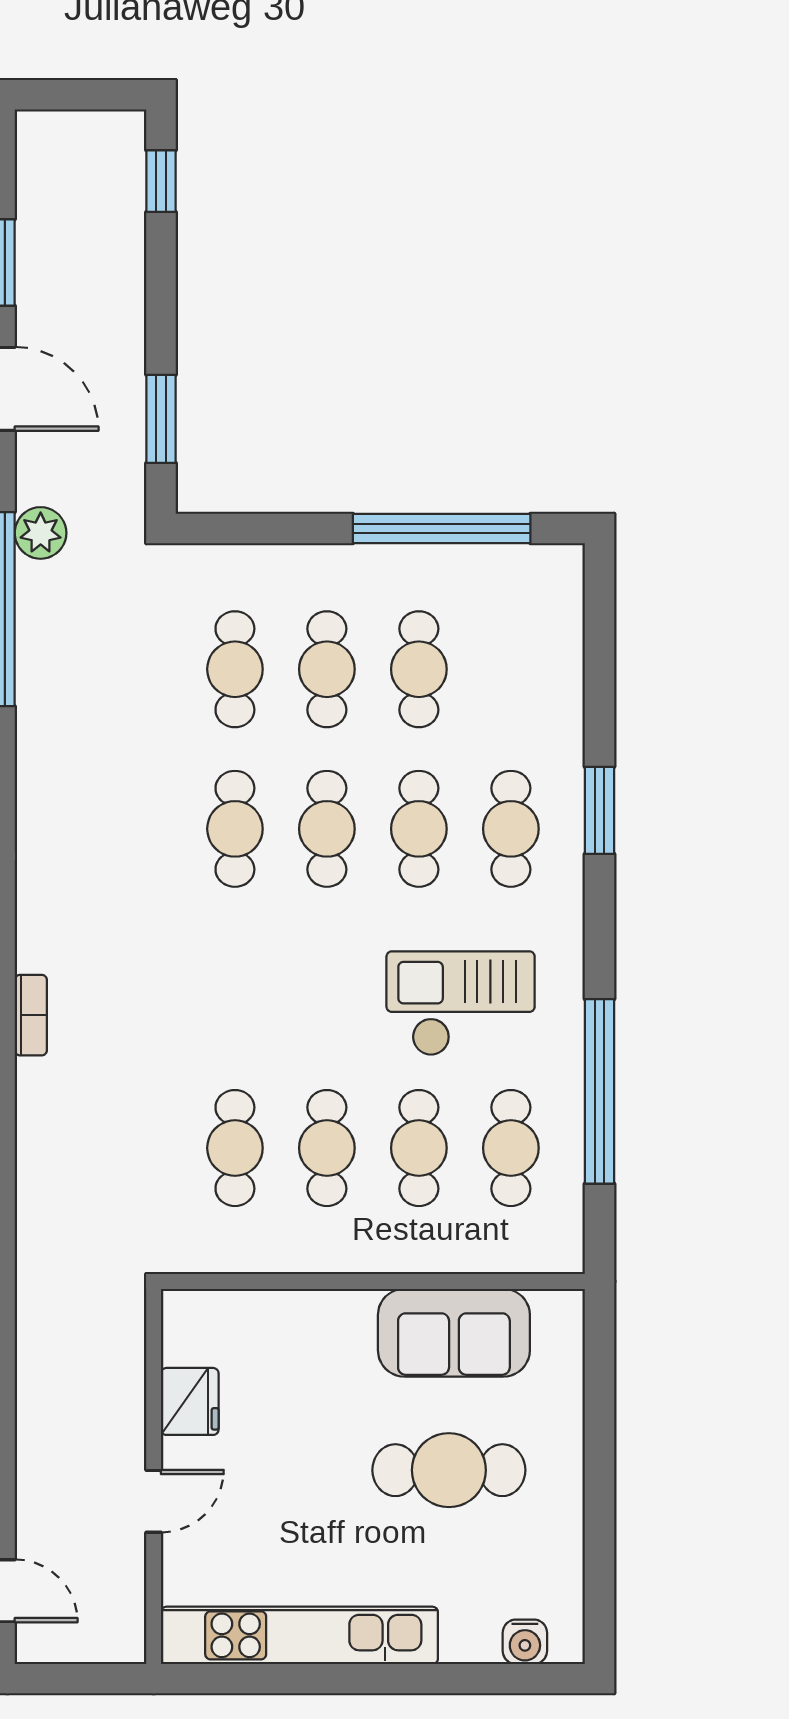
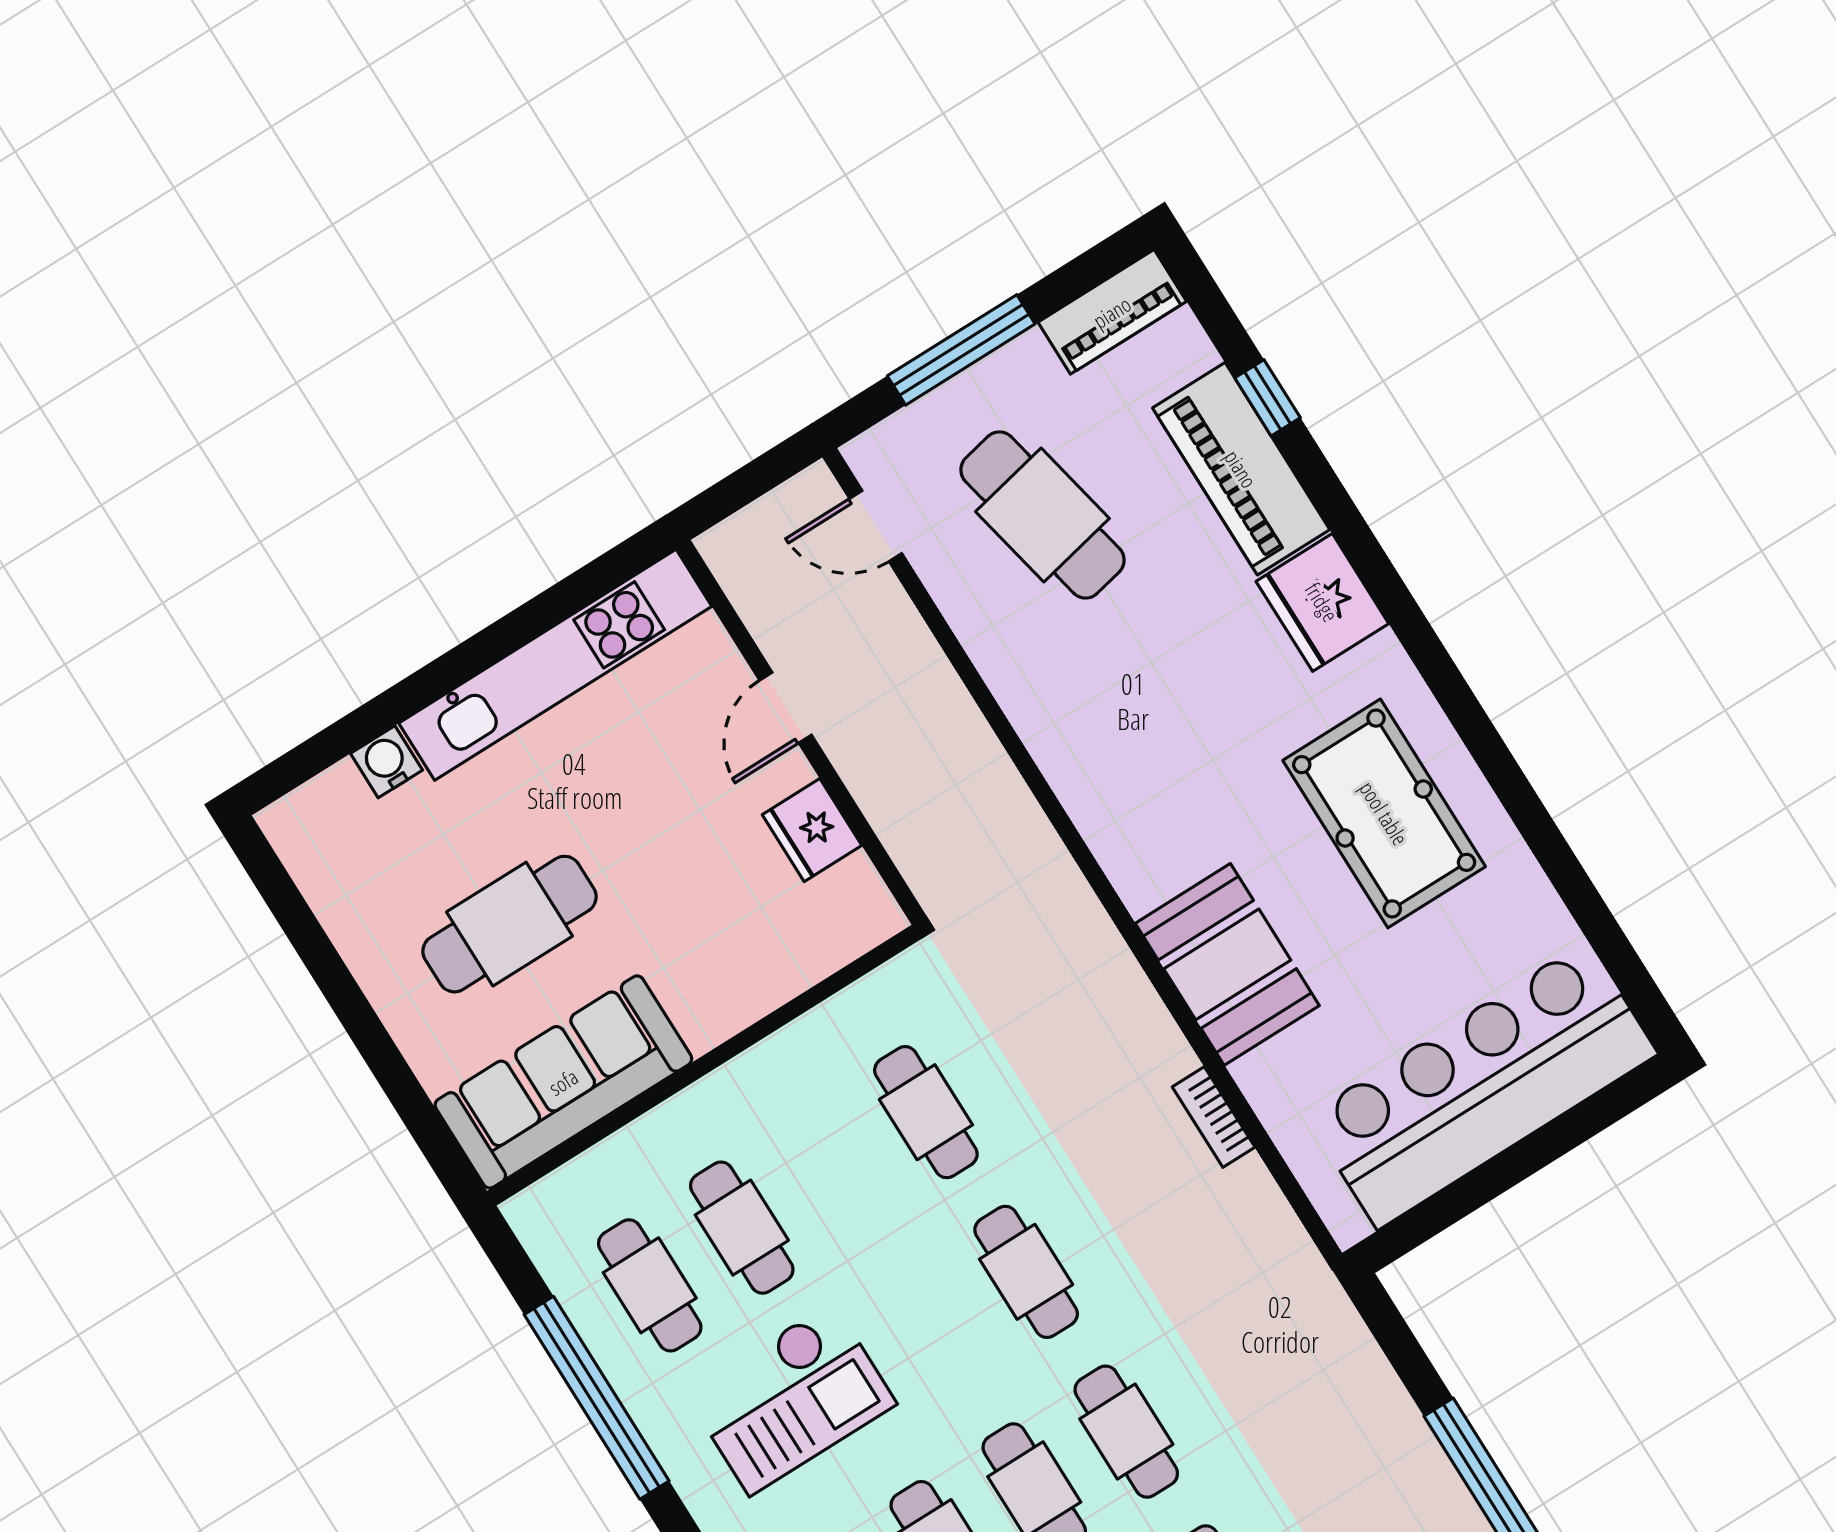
cafe table: (327, 1148) -> (1026, 1272), moved
sofa: (454, 1333) -> (563, 1082), width x1.36
water cooler: (525, 1642) -> (387, 762), moved

